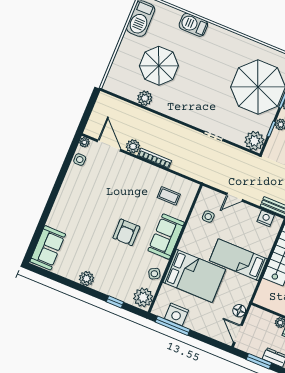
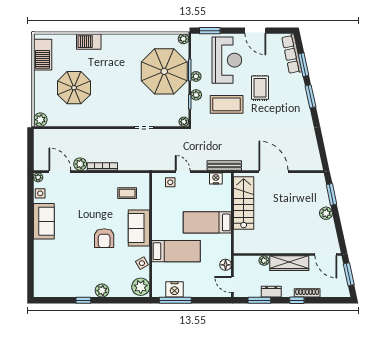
plant: (145, 98) -> (40, 120), moved
plant: (254, 141) -> (184, 122), width x0.53, depth x0.53
door: (235, 197) -> (183, 172), swing flipped
side table: (208, 217) -> (170, 182), moved
sofa: (48, 248) -> (44, 221), moved
bed: (194, 276) -> (176, 251), width x0.67
plant: (87, 279) -> (102, 291), moved
window: (115, 302) -> (83, 300), moved

